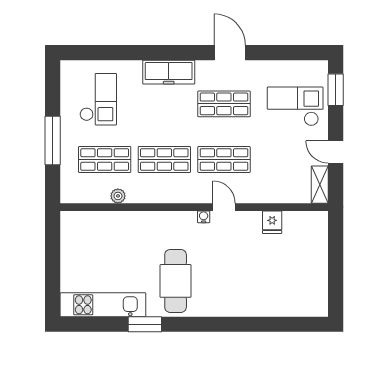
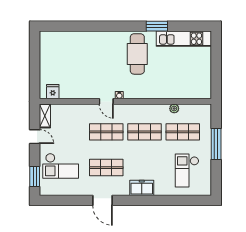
freezer: (169, 72) -> (142, 188), width x0.71
fridge: (272, 222) -> (53, 92), moved

